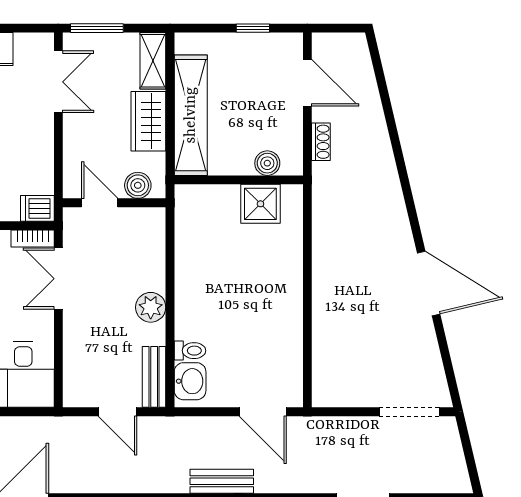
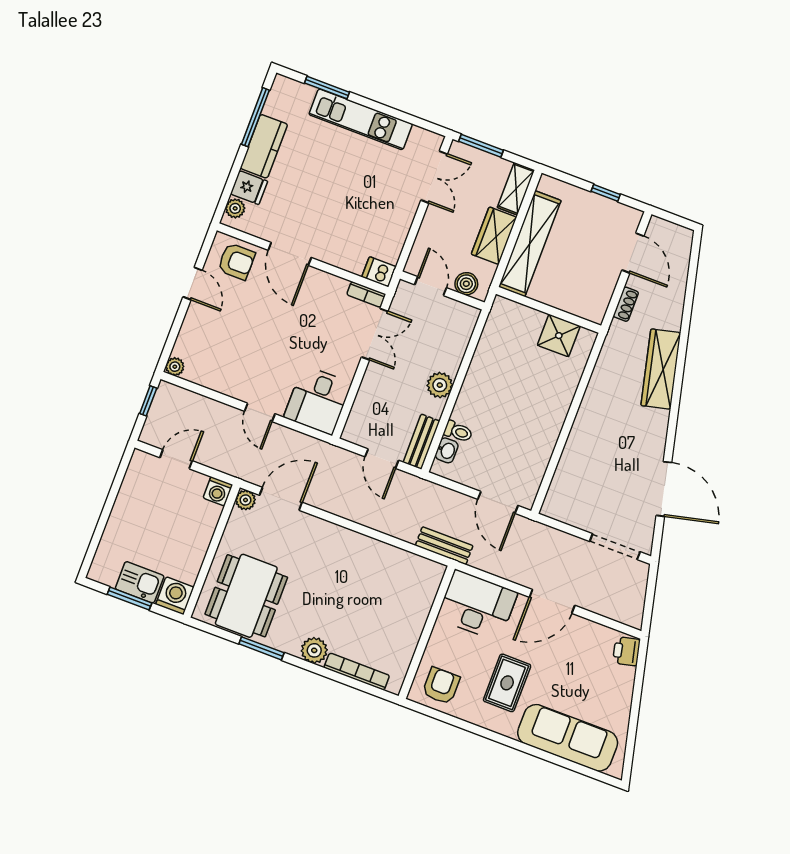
boiler: (267, 163) -> (576, 305), removed
wardrobe: (386, 198) -> (661, 369), added
double door: (58, 279) -> (375, 334), swing flipped
door: (429, 284) -> (664, 489), moved
washbasin: (190, 381) -> (447, 450), width x0.72, depth x0.69

